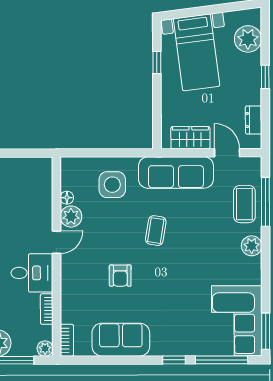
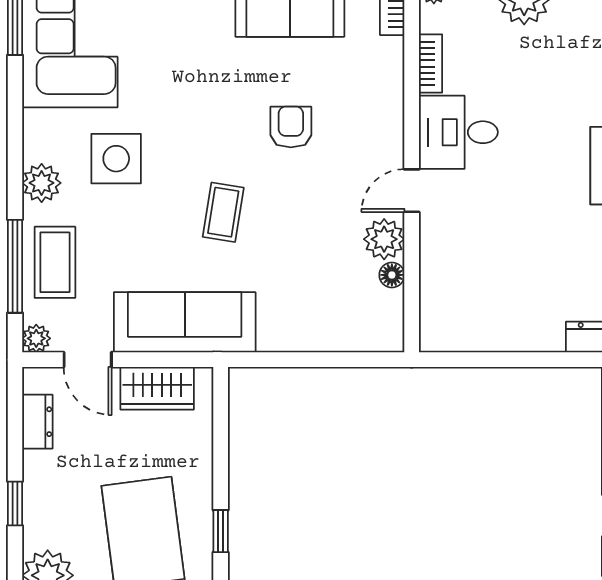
plant: (254, 164) -> (36, 338), added
side table: (112, 185) -> (116, 159), moved

